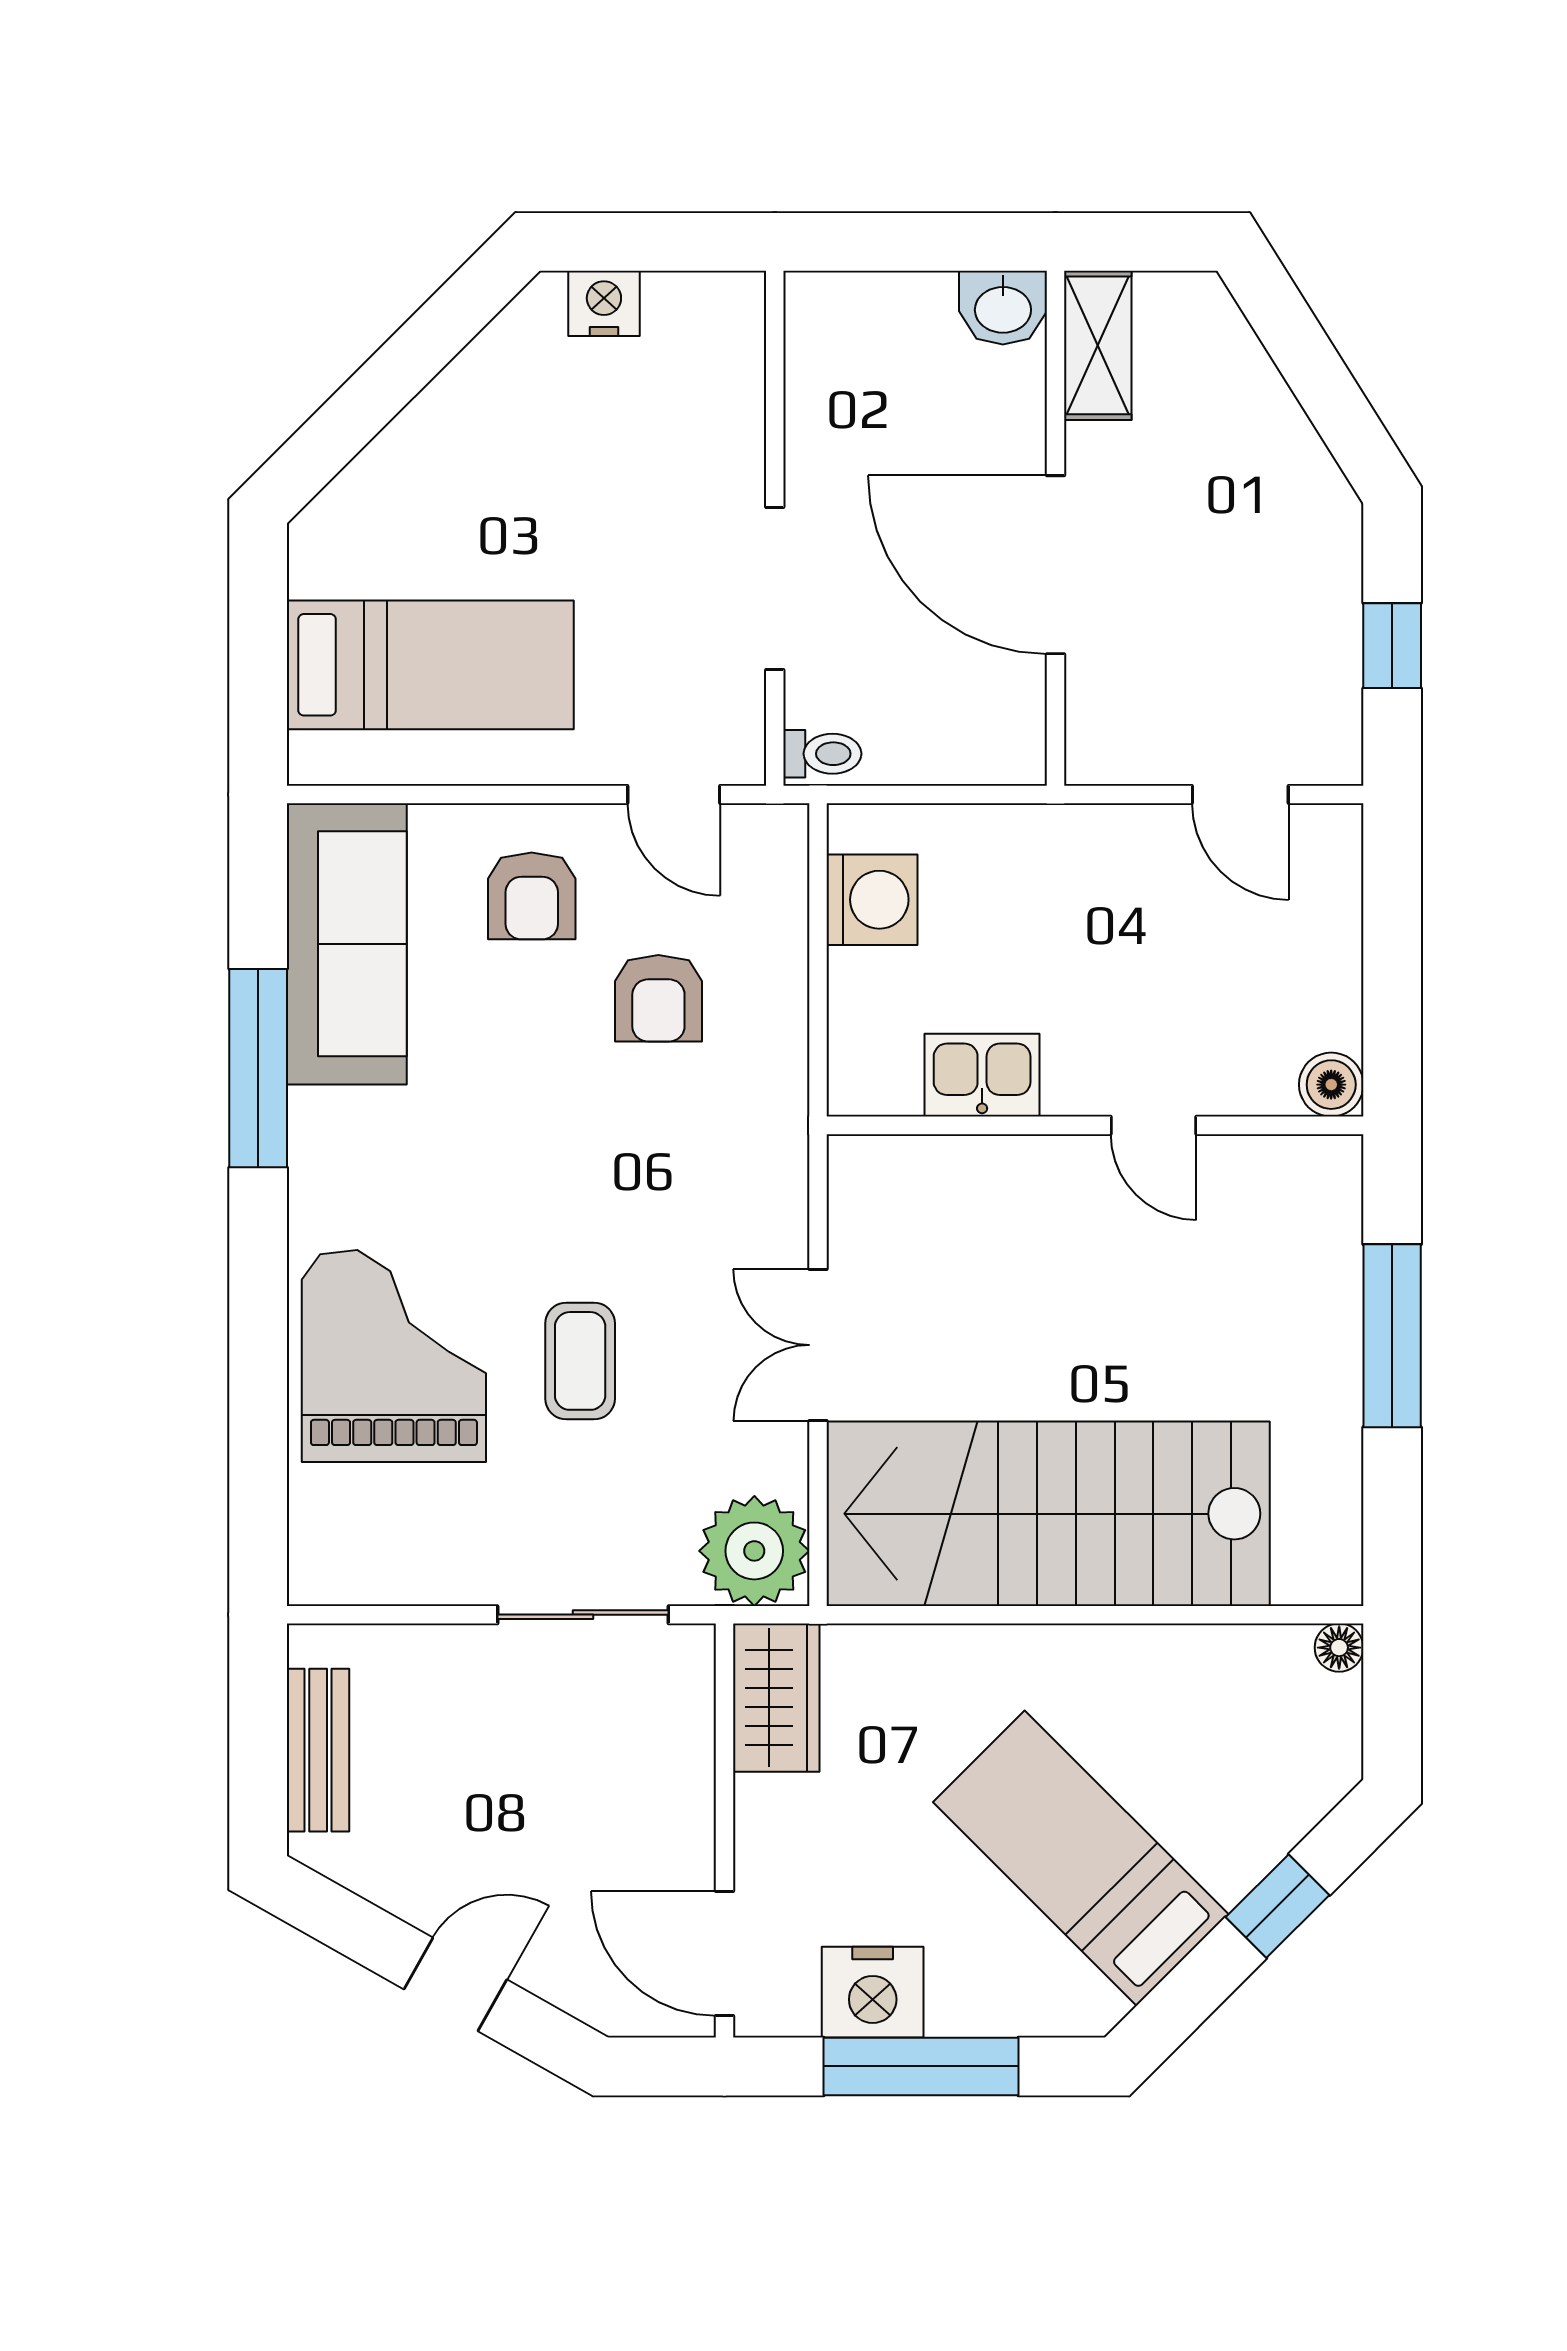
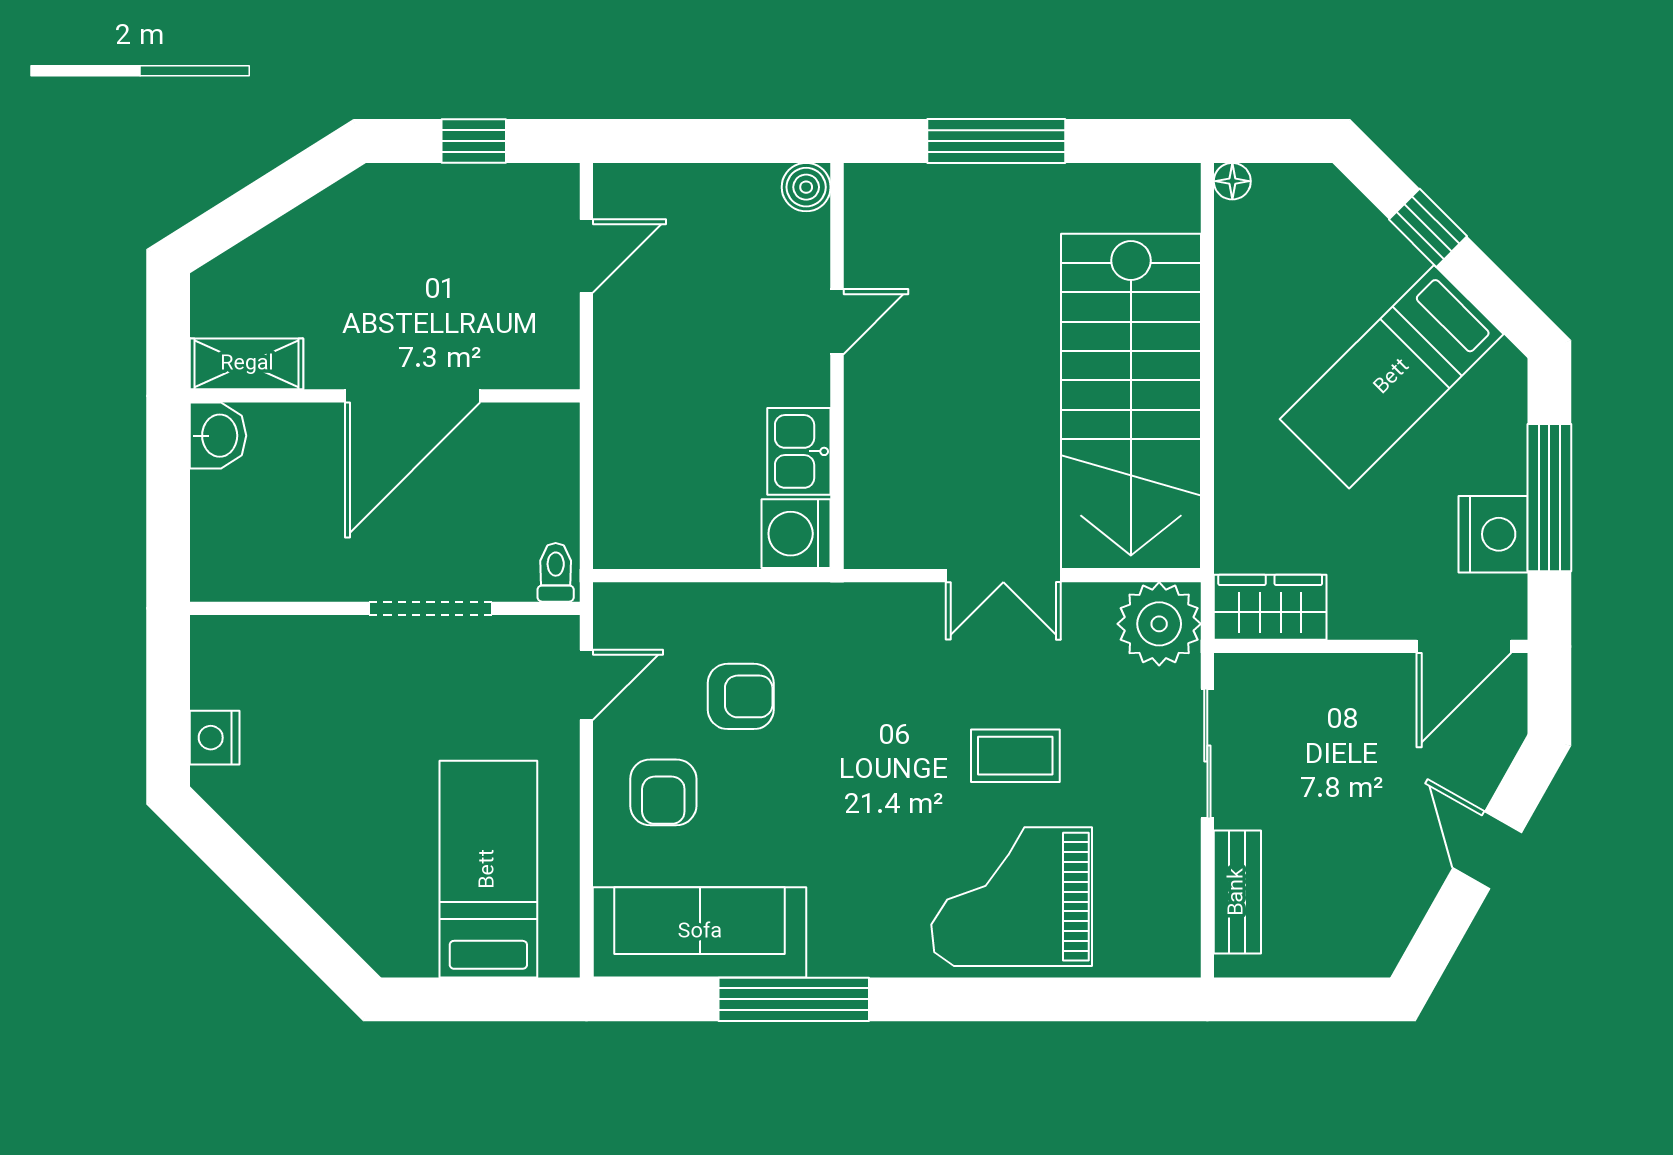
armchair: (532, 896) -> (663, 792), turned 90
washing machine: (872, 900) -> (796, 534), moved, turned -90
bench: (318, 1750) -> (1237, 892), moved, turned 90

